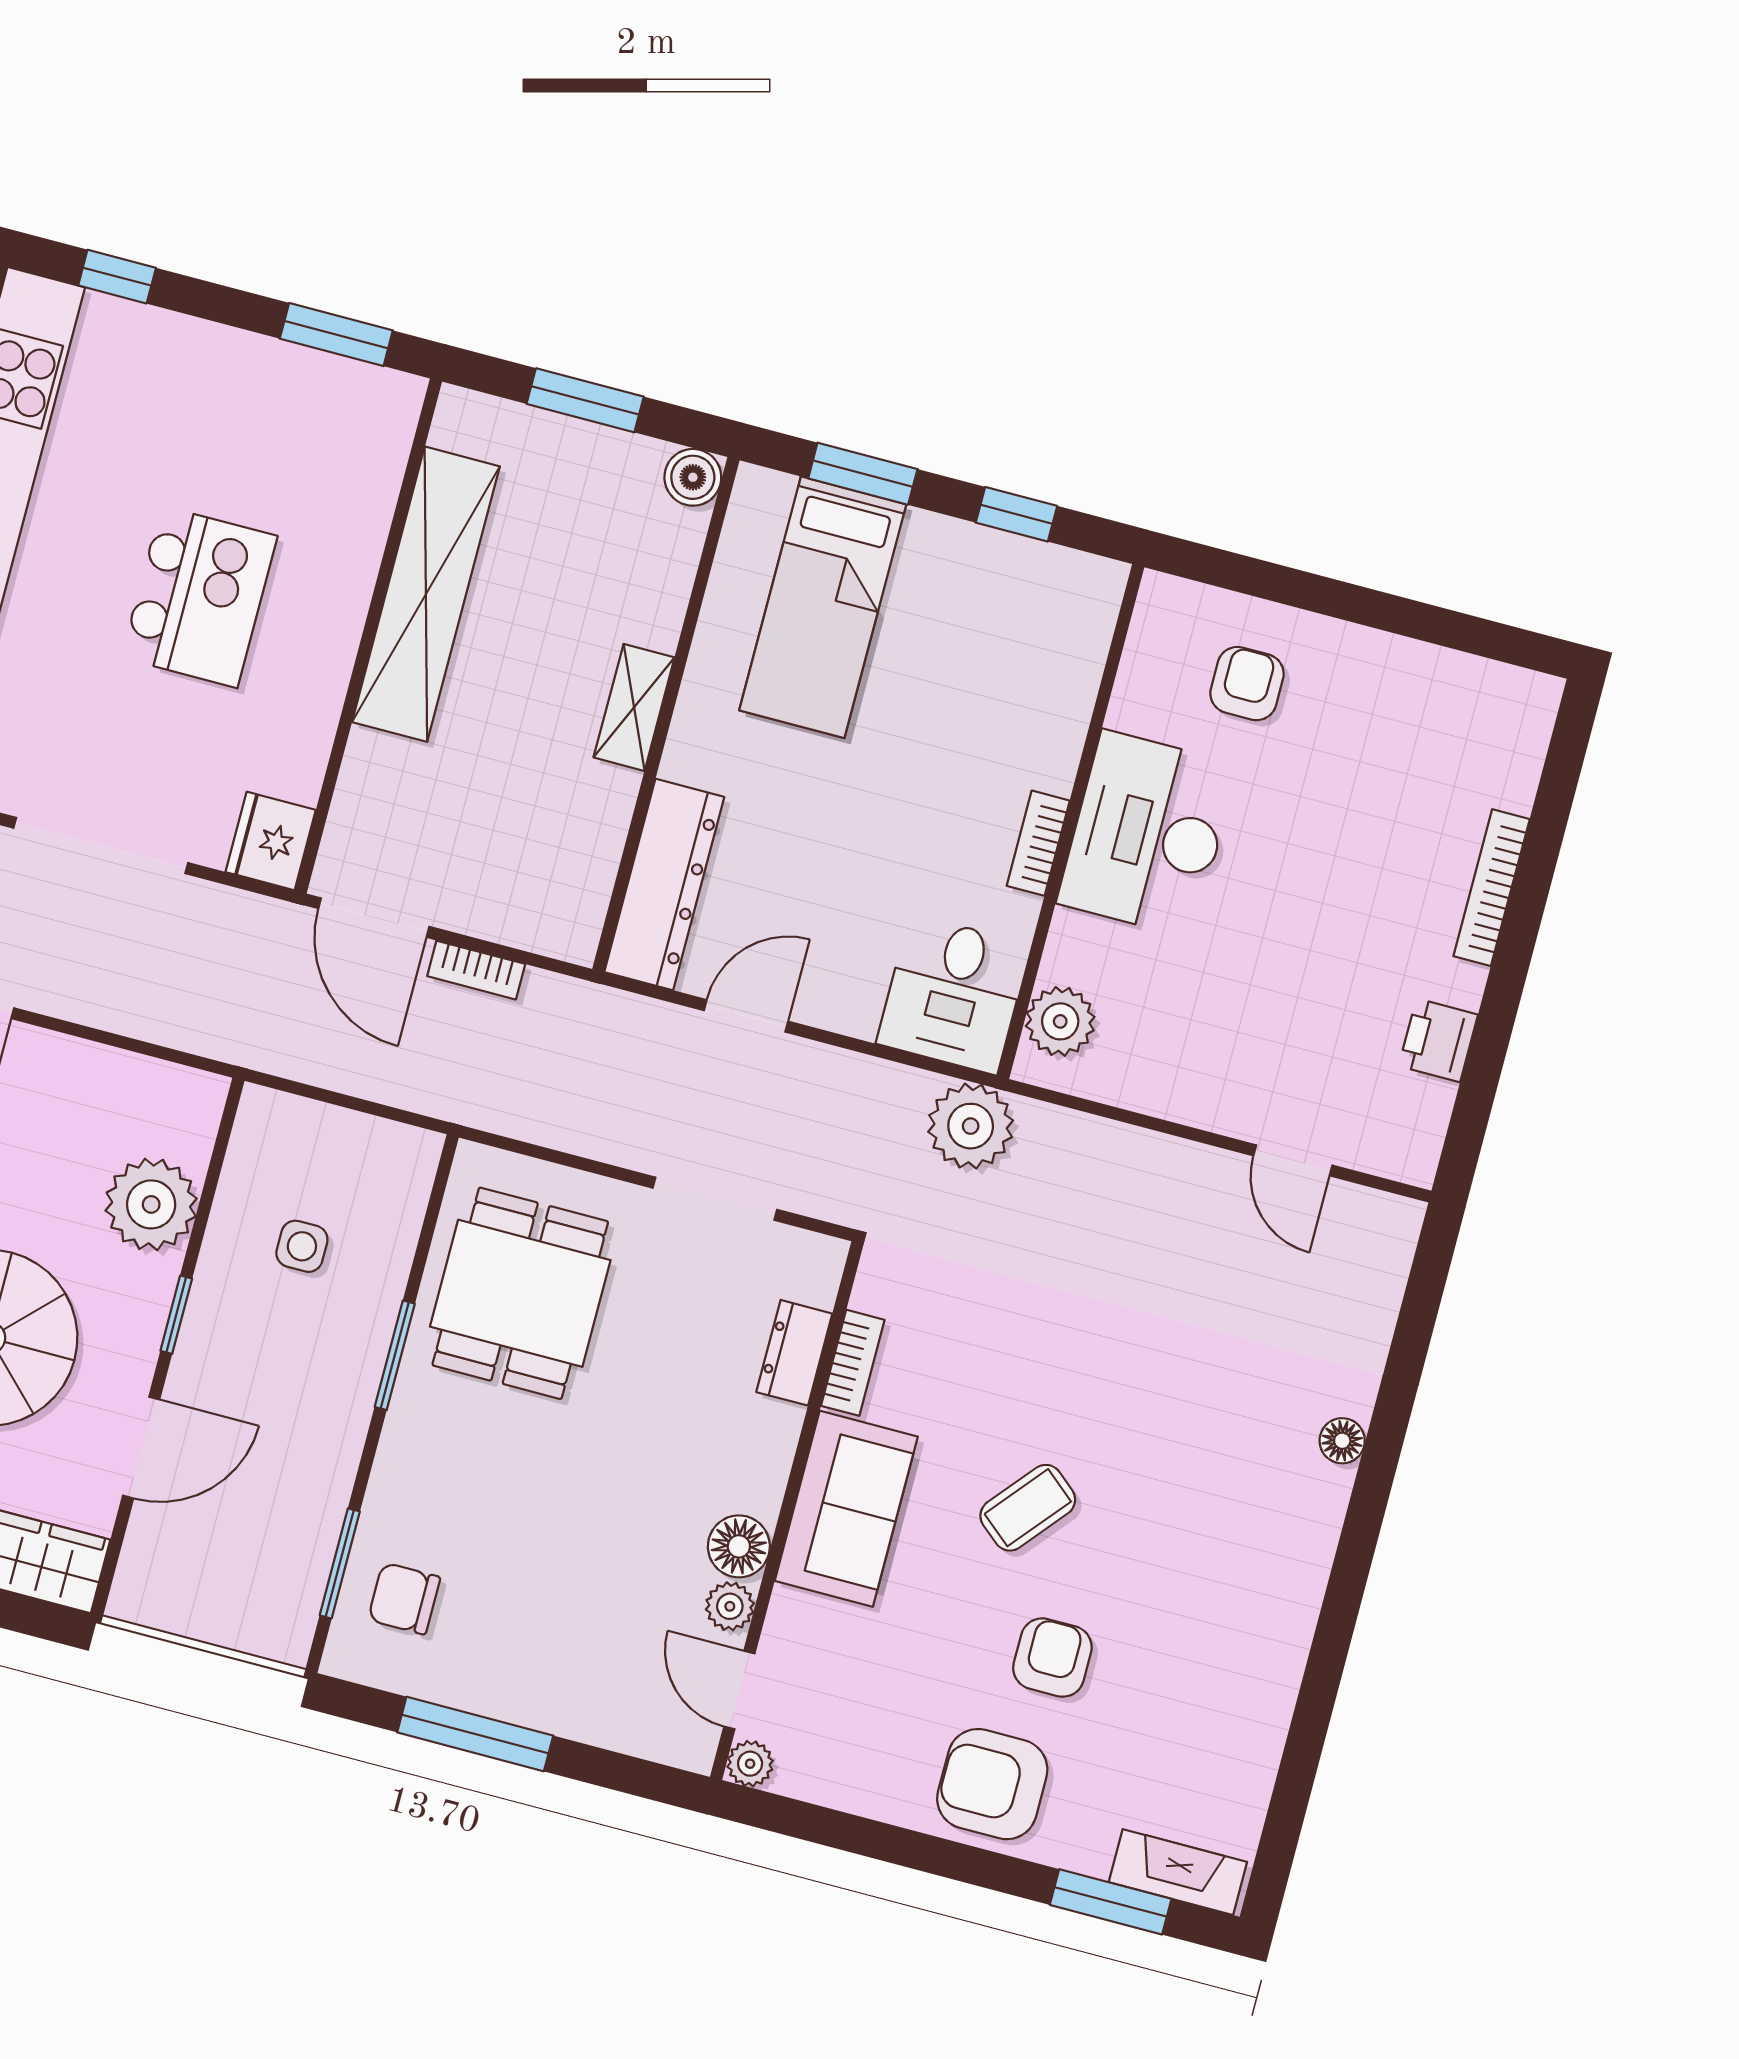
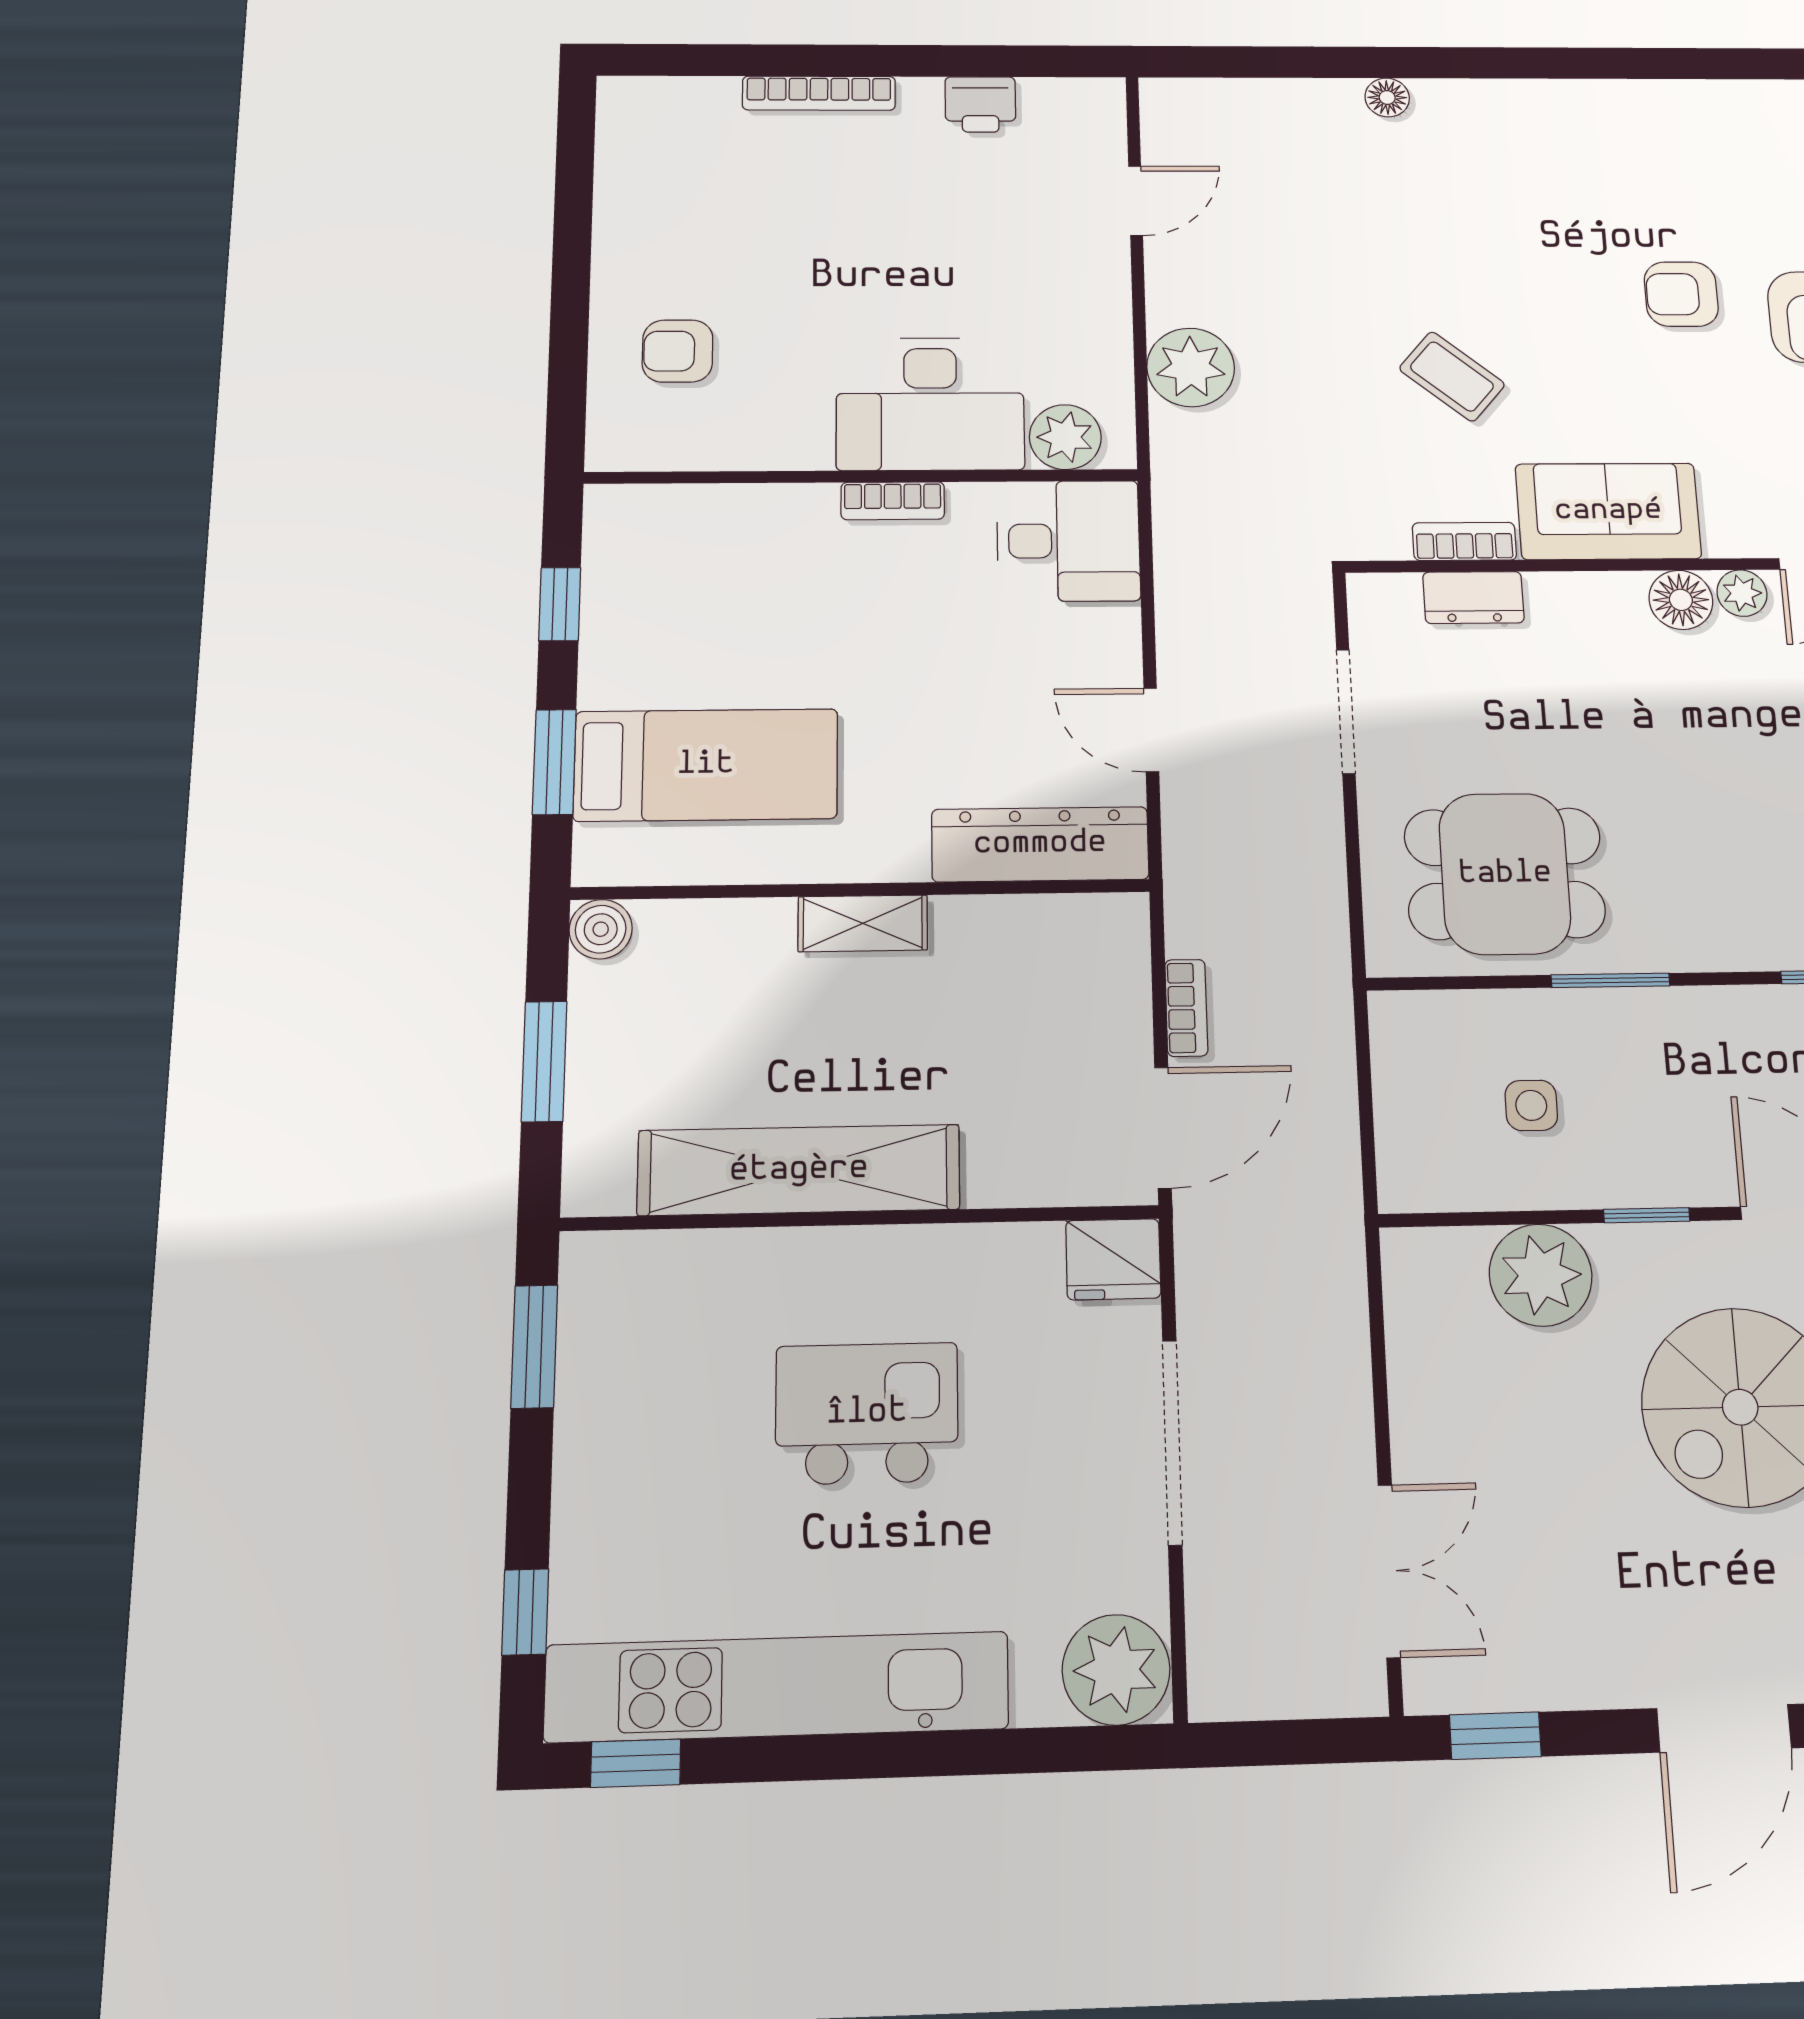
desk: (1147, 834) -> (930, 404), moved
plant: (971, 1126) -> (1191, 367), moved
coffee table: (1028, 1508) -> (1452, 377), moved

